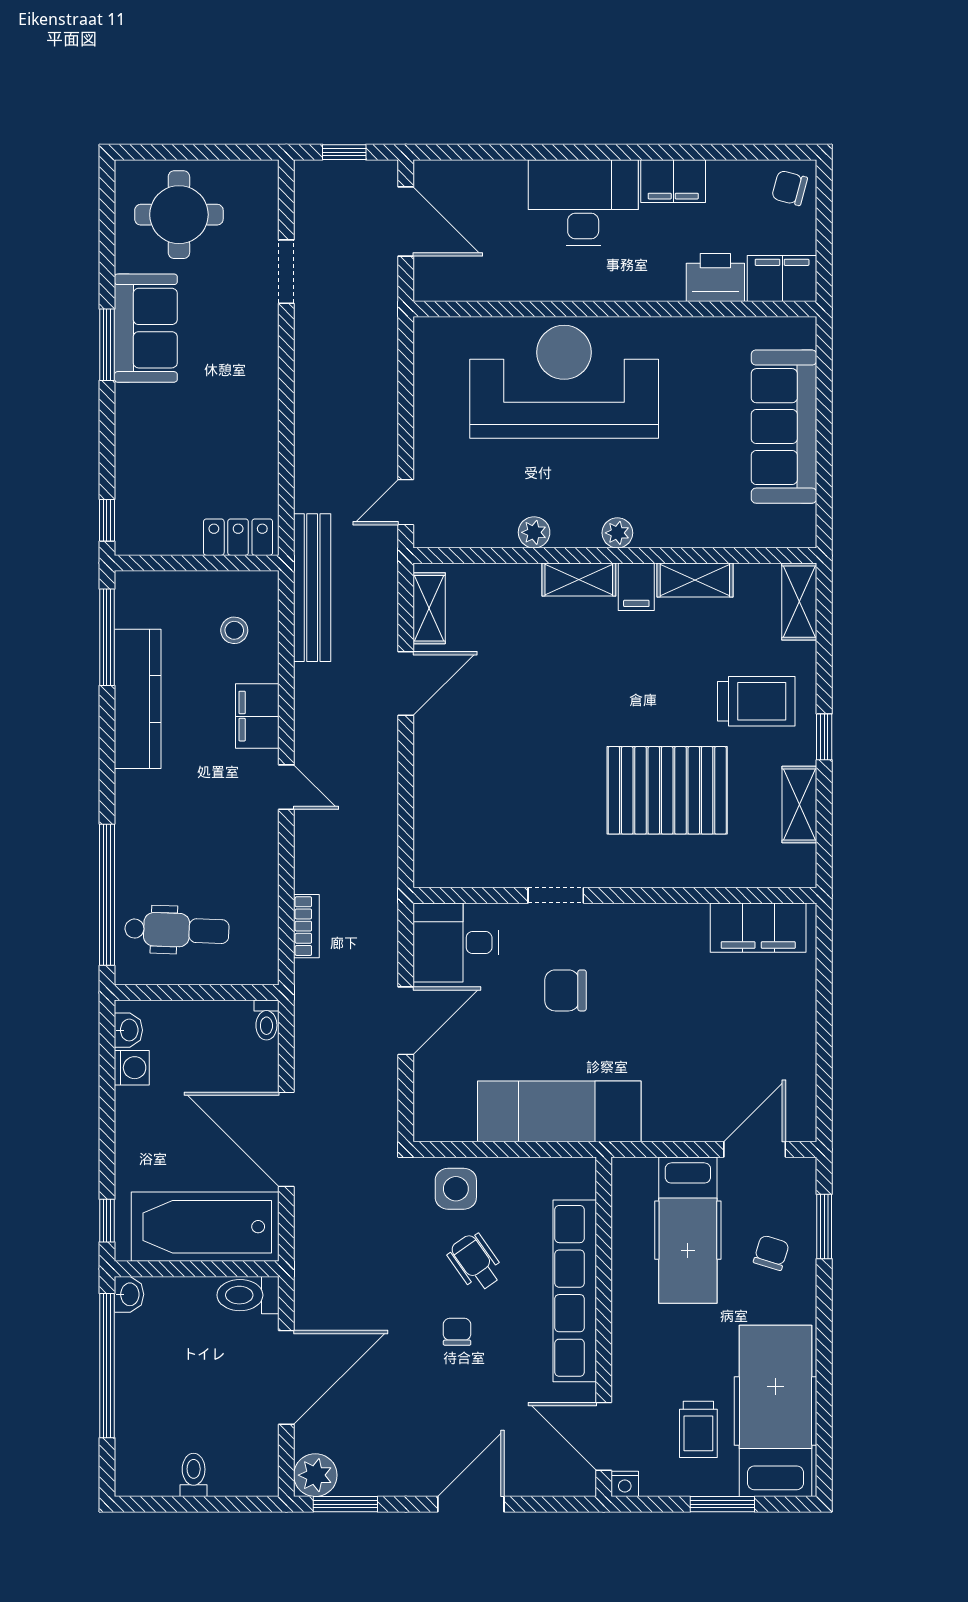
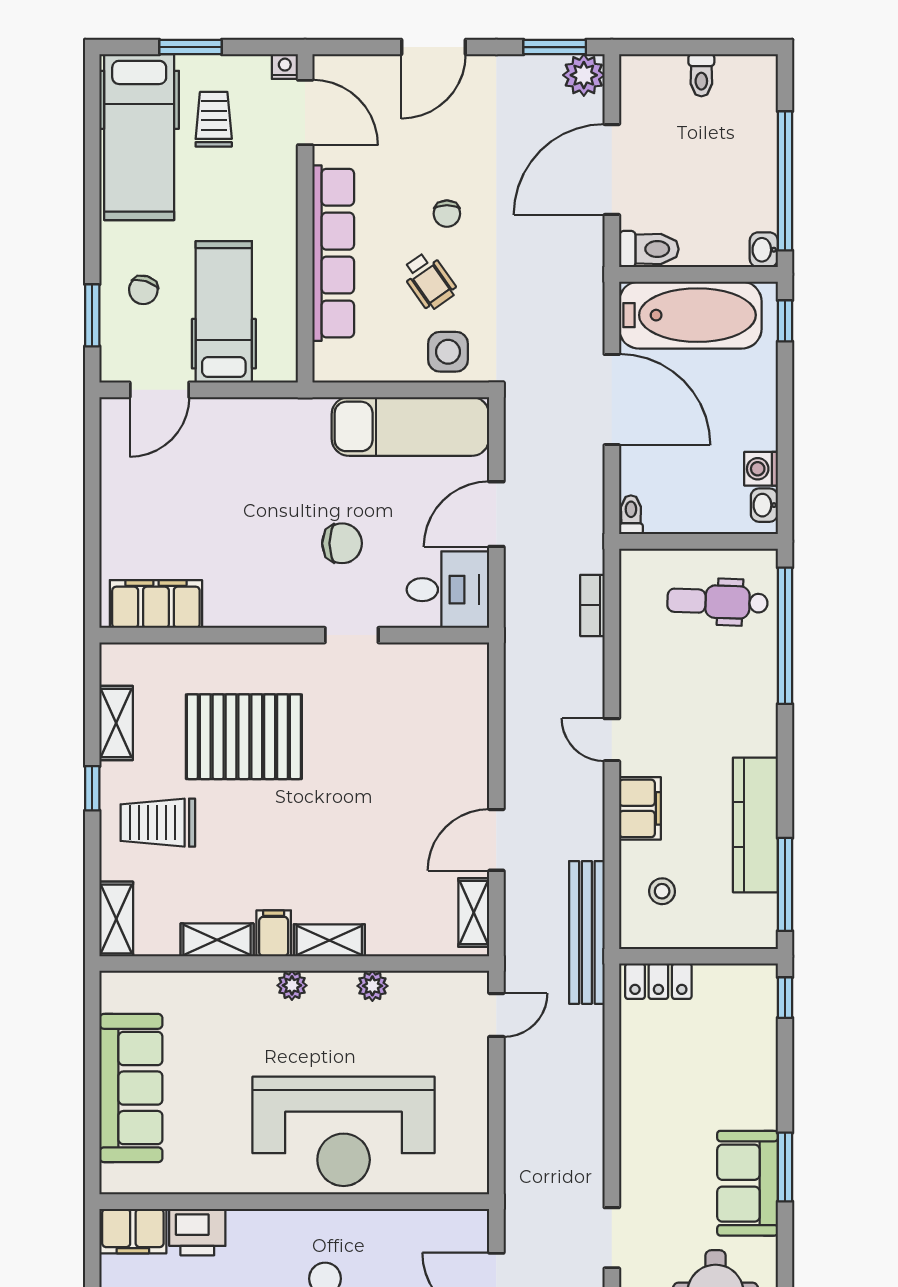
exam couch: (559, 1111) -> (410, 426), moved

